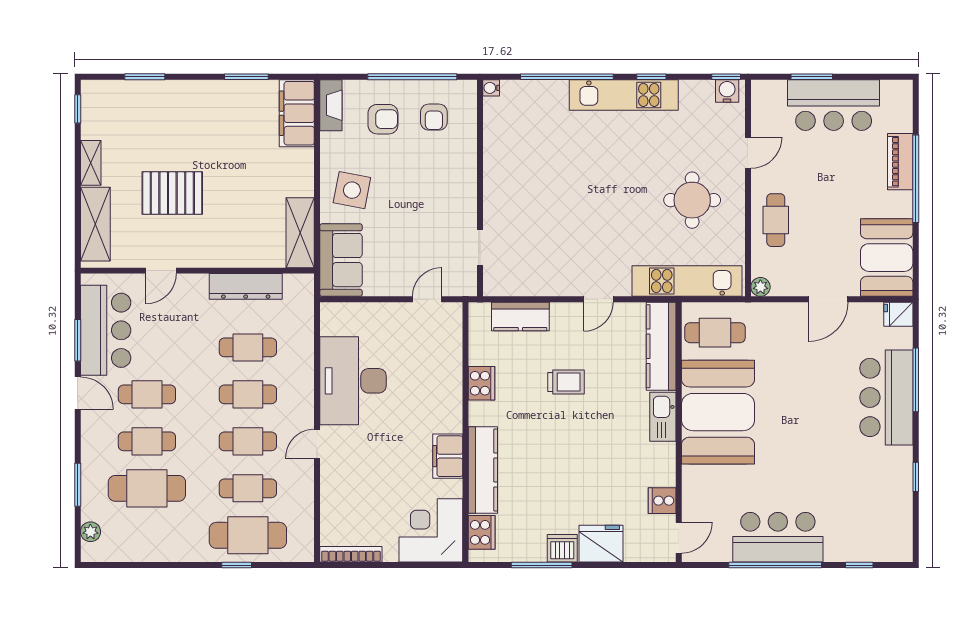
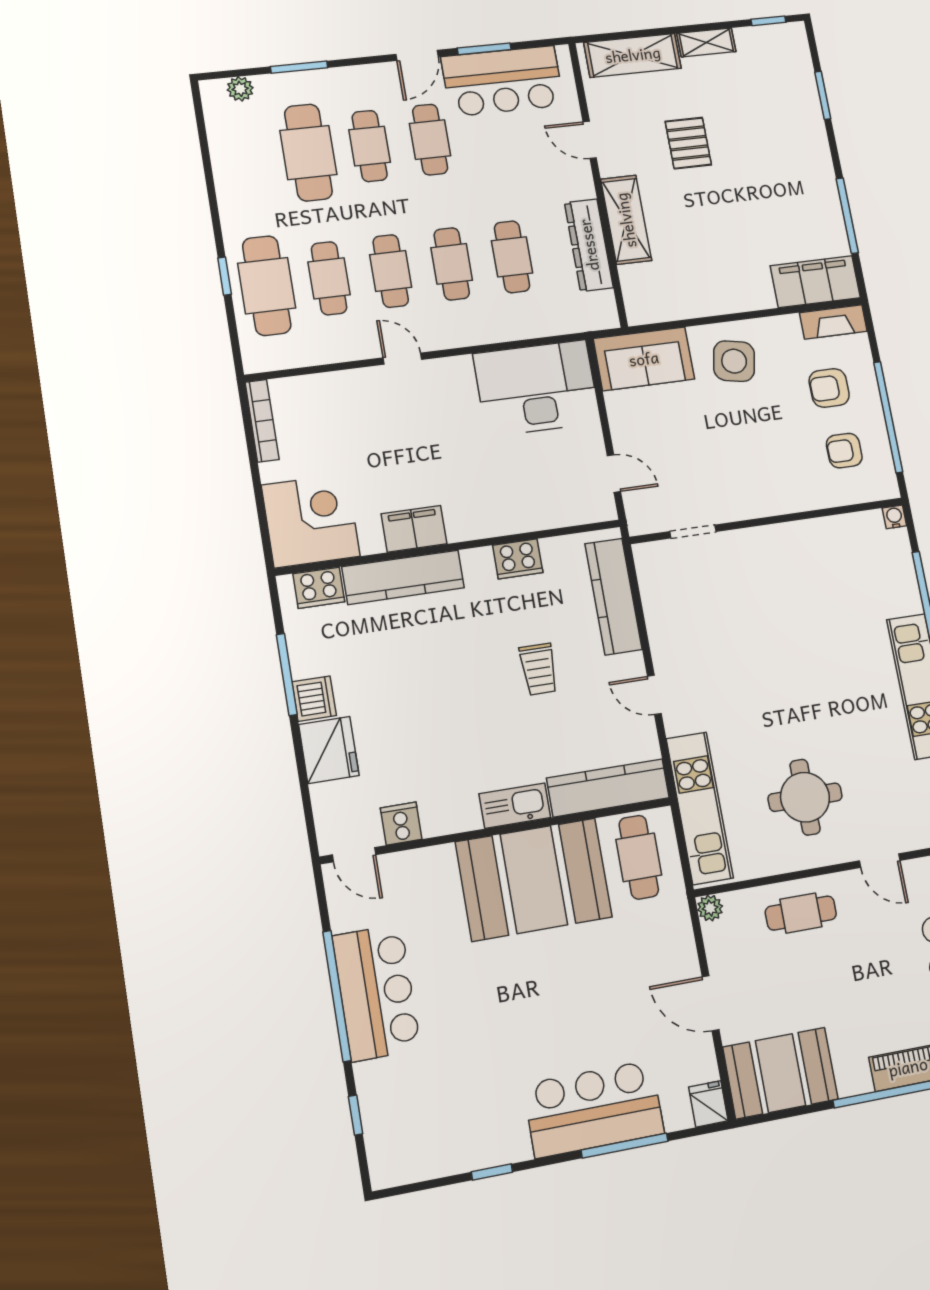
window: (246, 77) -> (847, 216), width x1.44
armchair: (383, 119) -> (829, 388), turned 90
pallet: (172, 193) -> (688, 143), width x0.67, depth x0.71
shelving: (300, 233) -> (626, 220), moved, turned 90
kitchen counter: (520, 317) -> (614, 597), width x1.50
desk: (353, 381) -> (537, 388), moved

